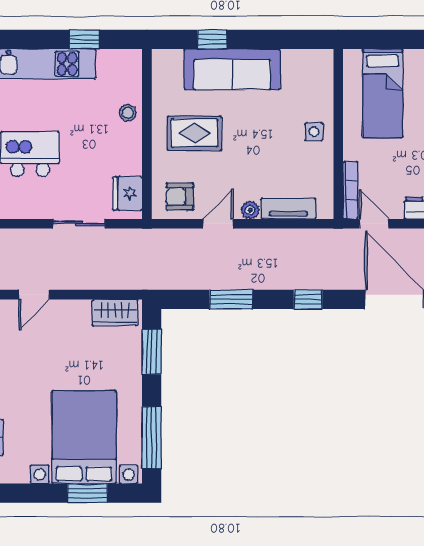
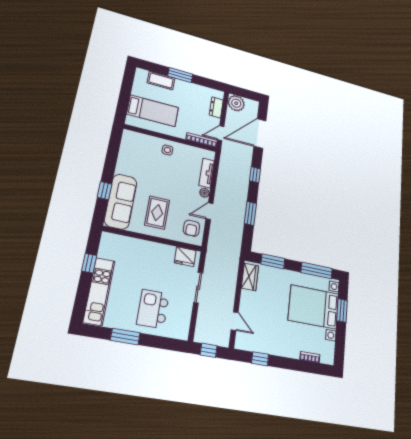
sofa: (232, 69) -> (121, 202), moved
stool: (128, 113) -> (139, 247), removed
door: (218, 224) -> (209, 211), hinge flipped

